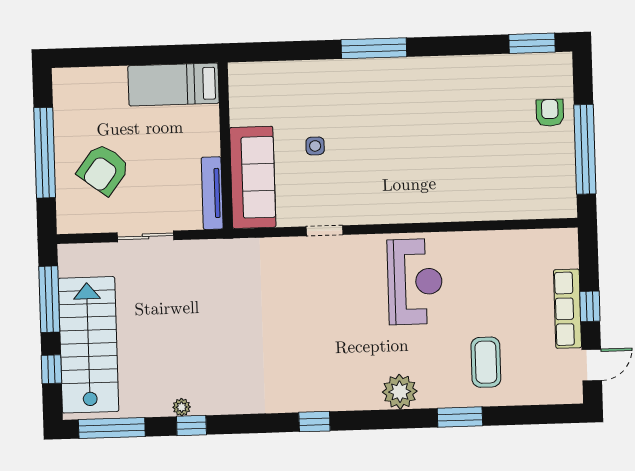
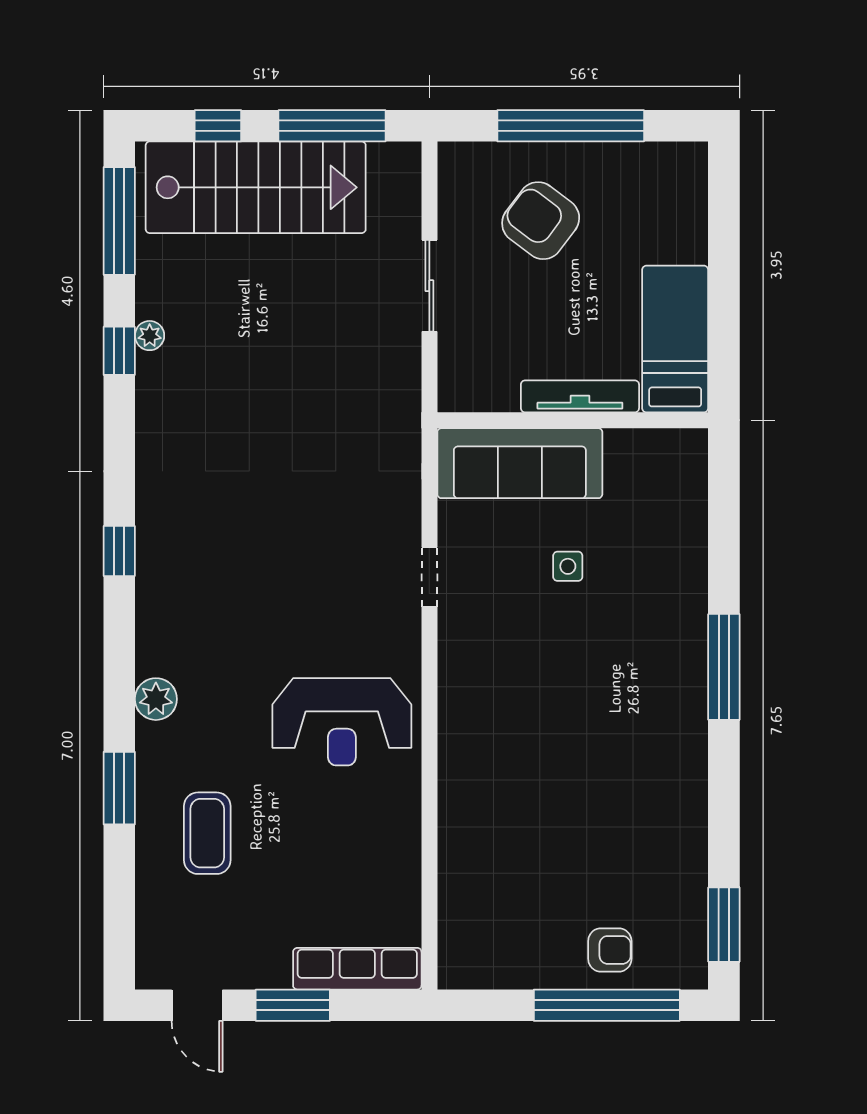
window: (585, 149) -> (607, 1005), moved
tv unit: (212, 193) -> (580, 396), moved
window: (590, 306) -> (293, 1005), width x1.50
row of seats: (568, 309) -> (357, 969), moved
coffee table: (486, 362) -> (207, 833), turned 90
plant: (400, 392) -> (156, 699), width x0.73, depth x0.73

